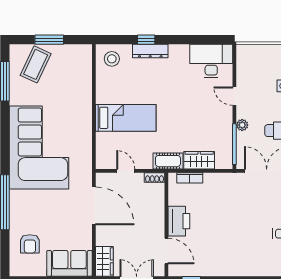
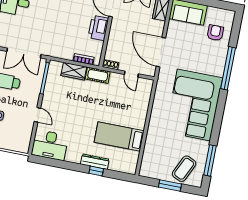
stool: (112, 59) -> (125, 162), removed
bed: (126, 118) -> (119, 136), moved
plant: (242, 125) -> (36, 92), removed

